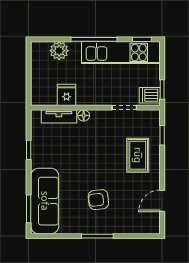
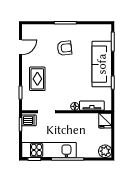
plant: (59, 51) -> (105, 151), moved
fridge: (66, 95) -> (105, 121), moved
sofa: (45, 201) -> (102, 64), moved

